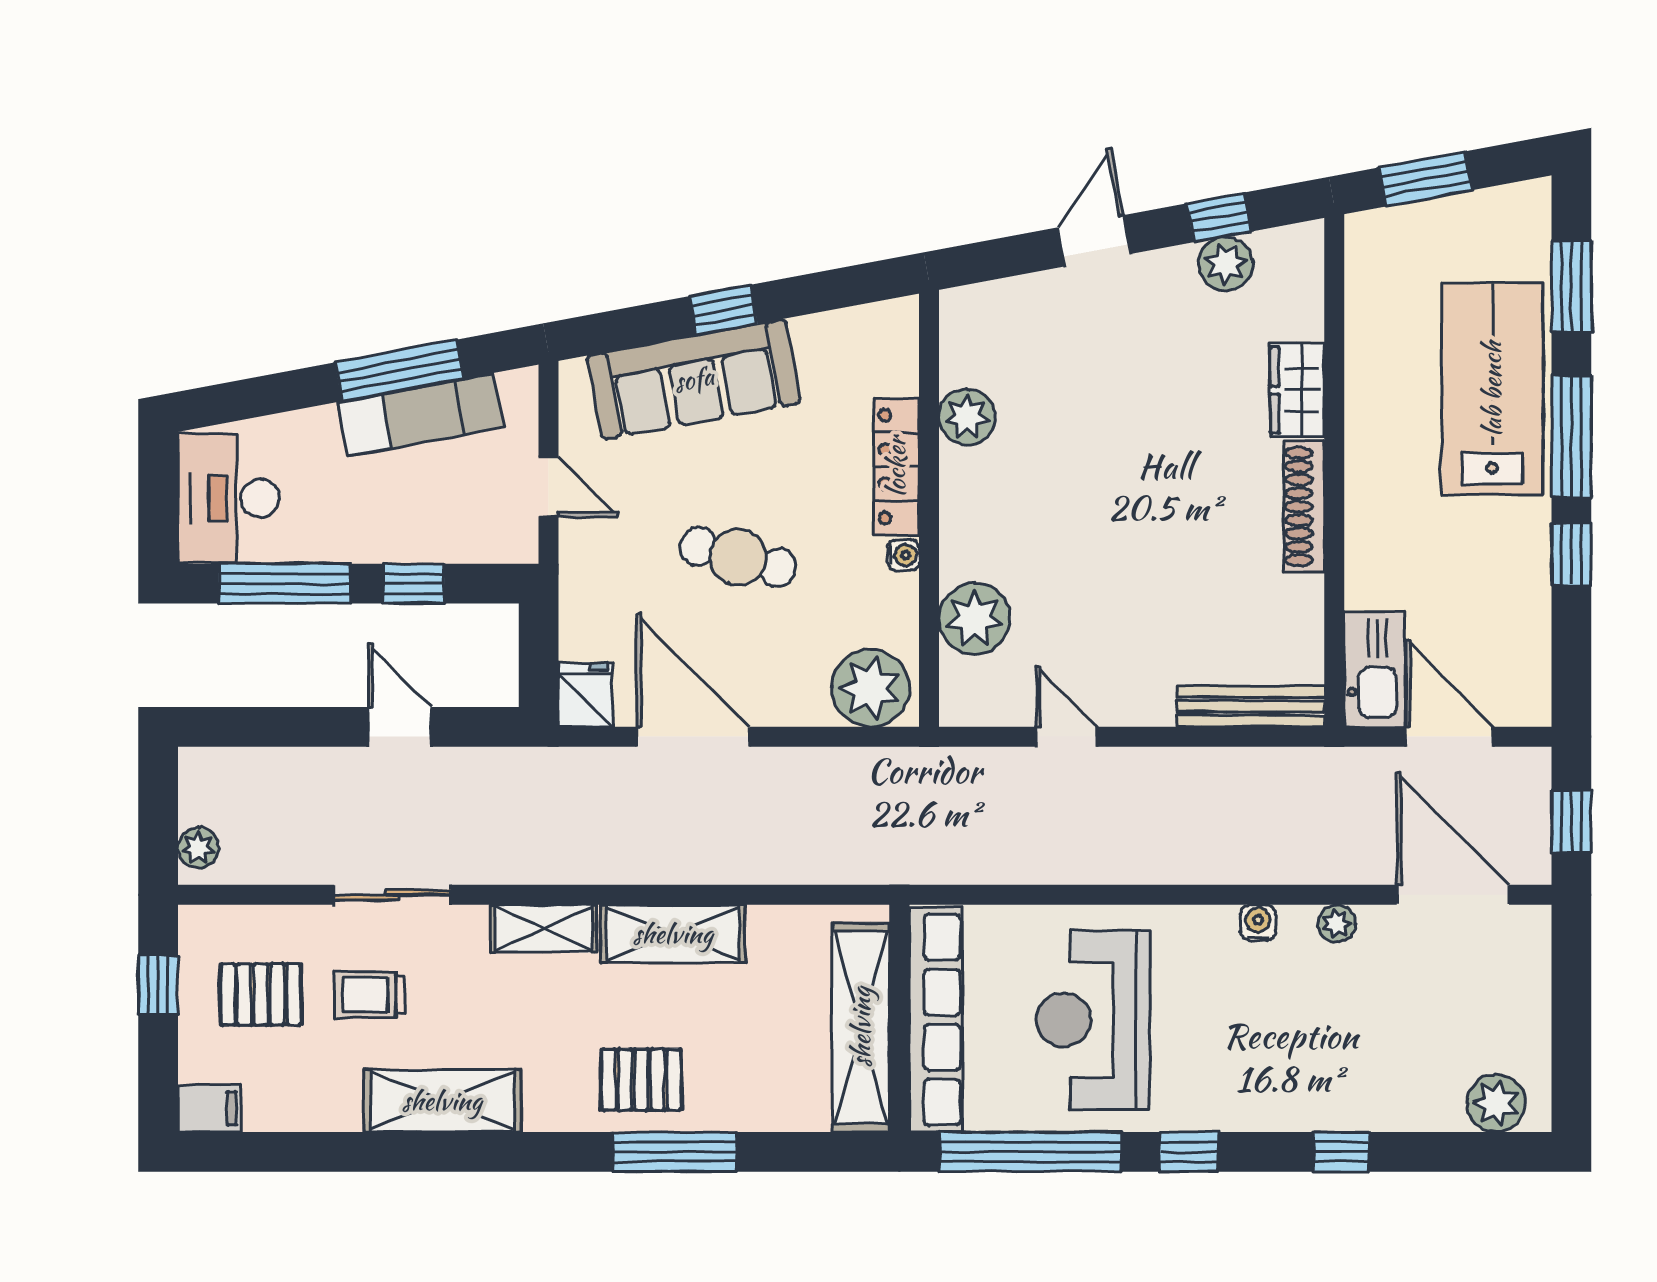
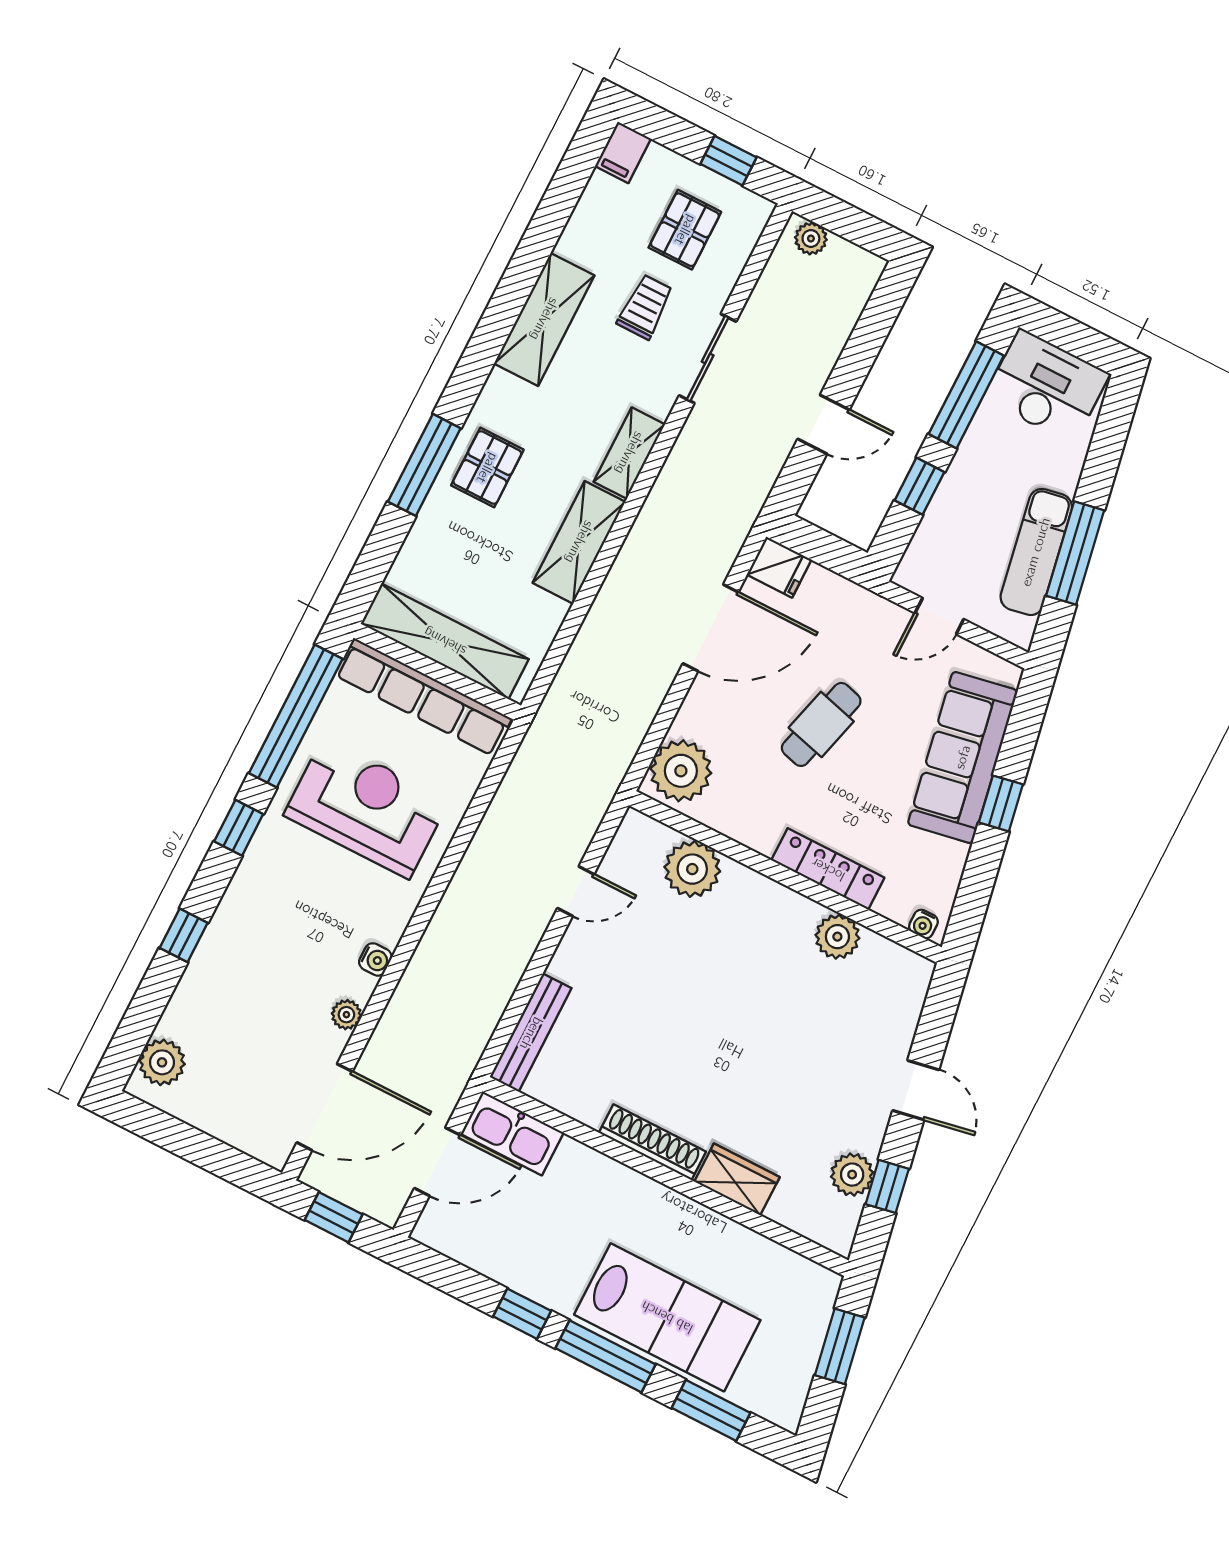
water cooler: (903, 555) -> (923, 924), moved

